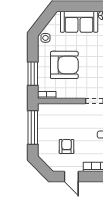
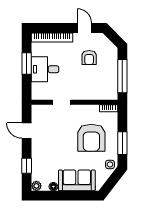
armchair: (64, 65) -> (91, 138), turned -90
window: (33, 74) -> (122, 143), moved

